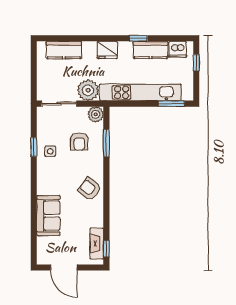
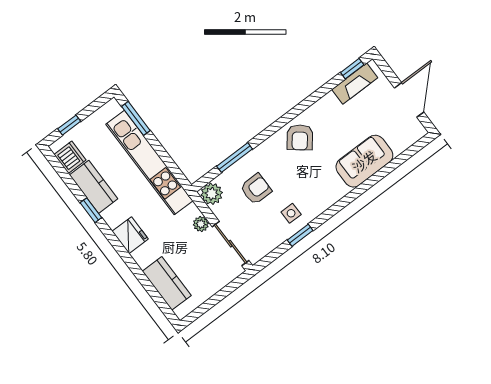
plant: (88, 90) -> (201, 224), width x0.53, depth x0.53

